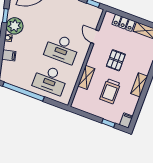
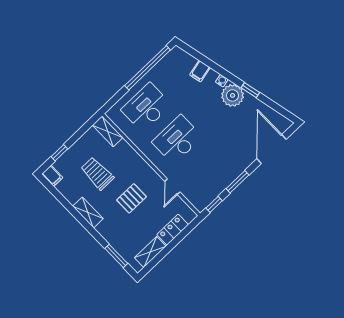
door: (95, 37) -> (172, 187), swing flipped
pallet: (116, 60) -> (131, 198), turned 90
shelving: (86, 77) -> (108, 131), moved

